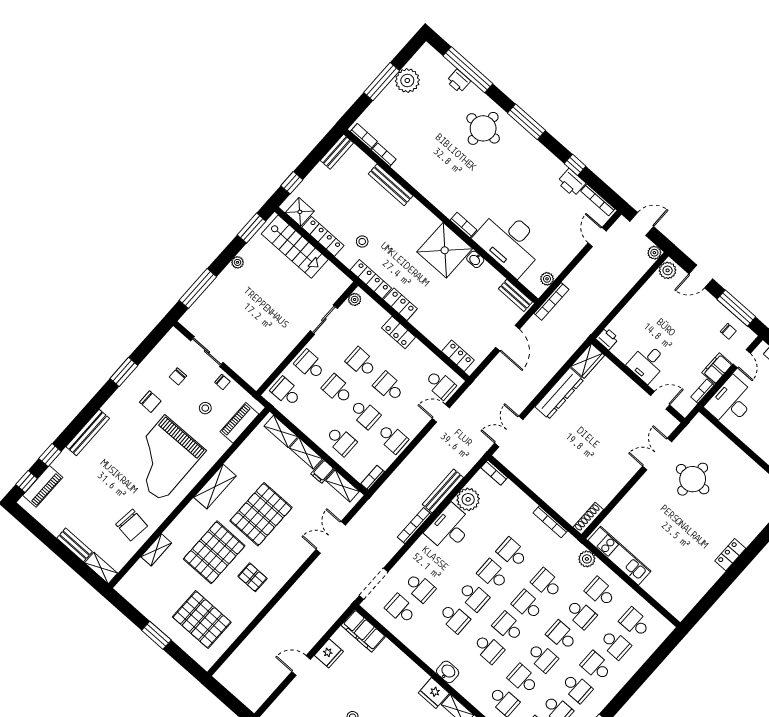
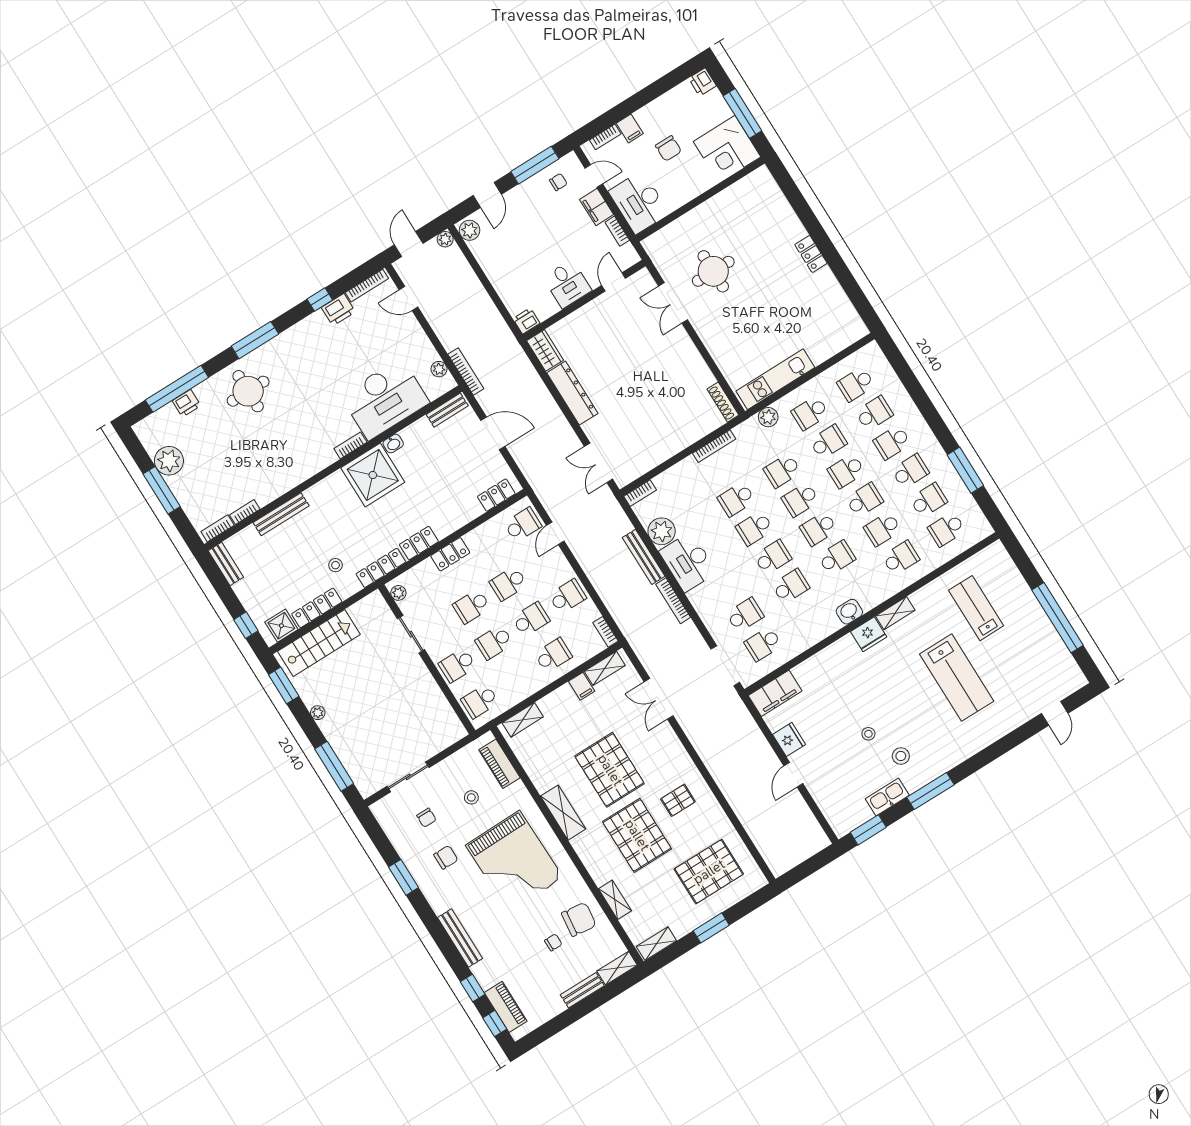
chair: (222, 382) -> (553, 942), moved
shelving: (306, 453) -> (656, 944), moved

